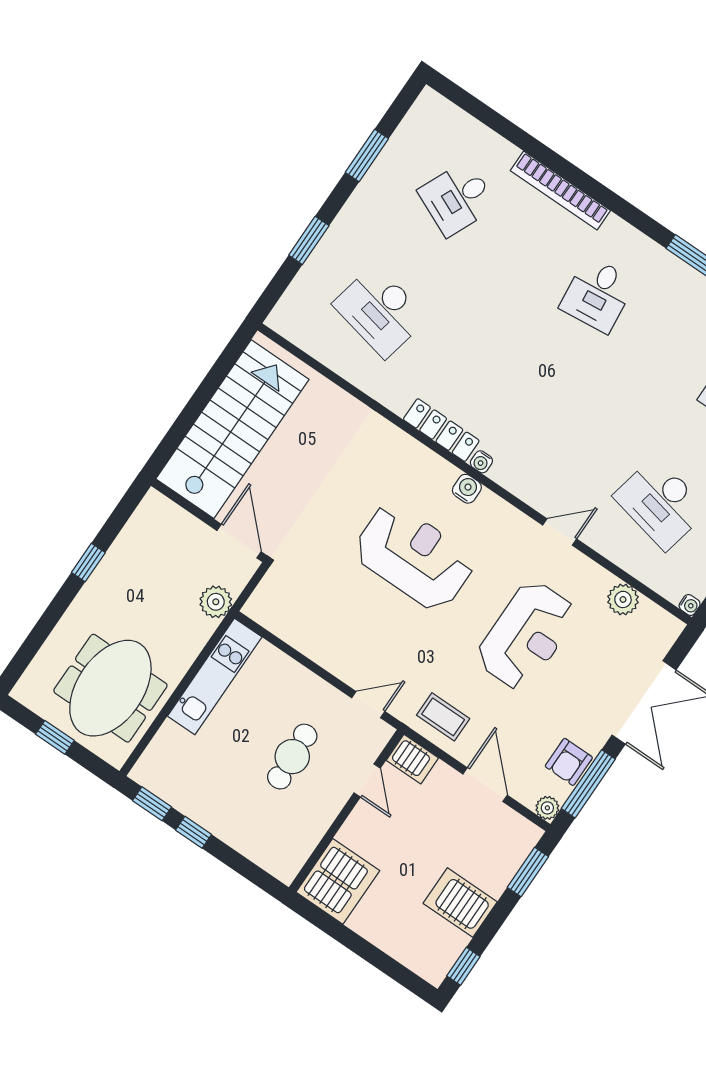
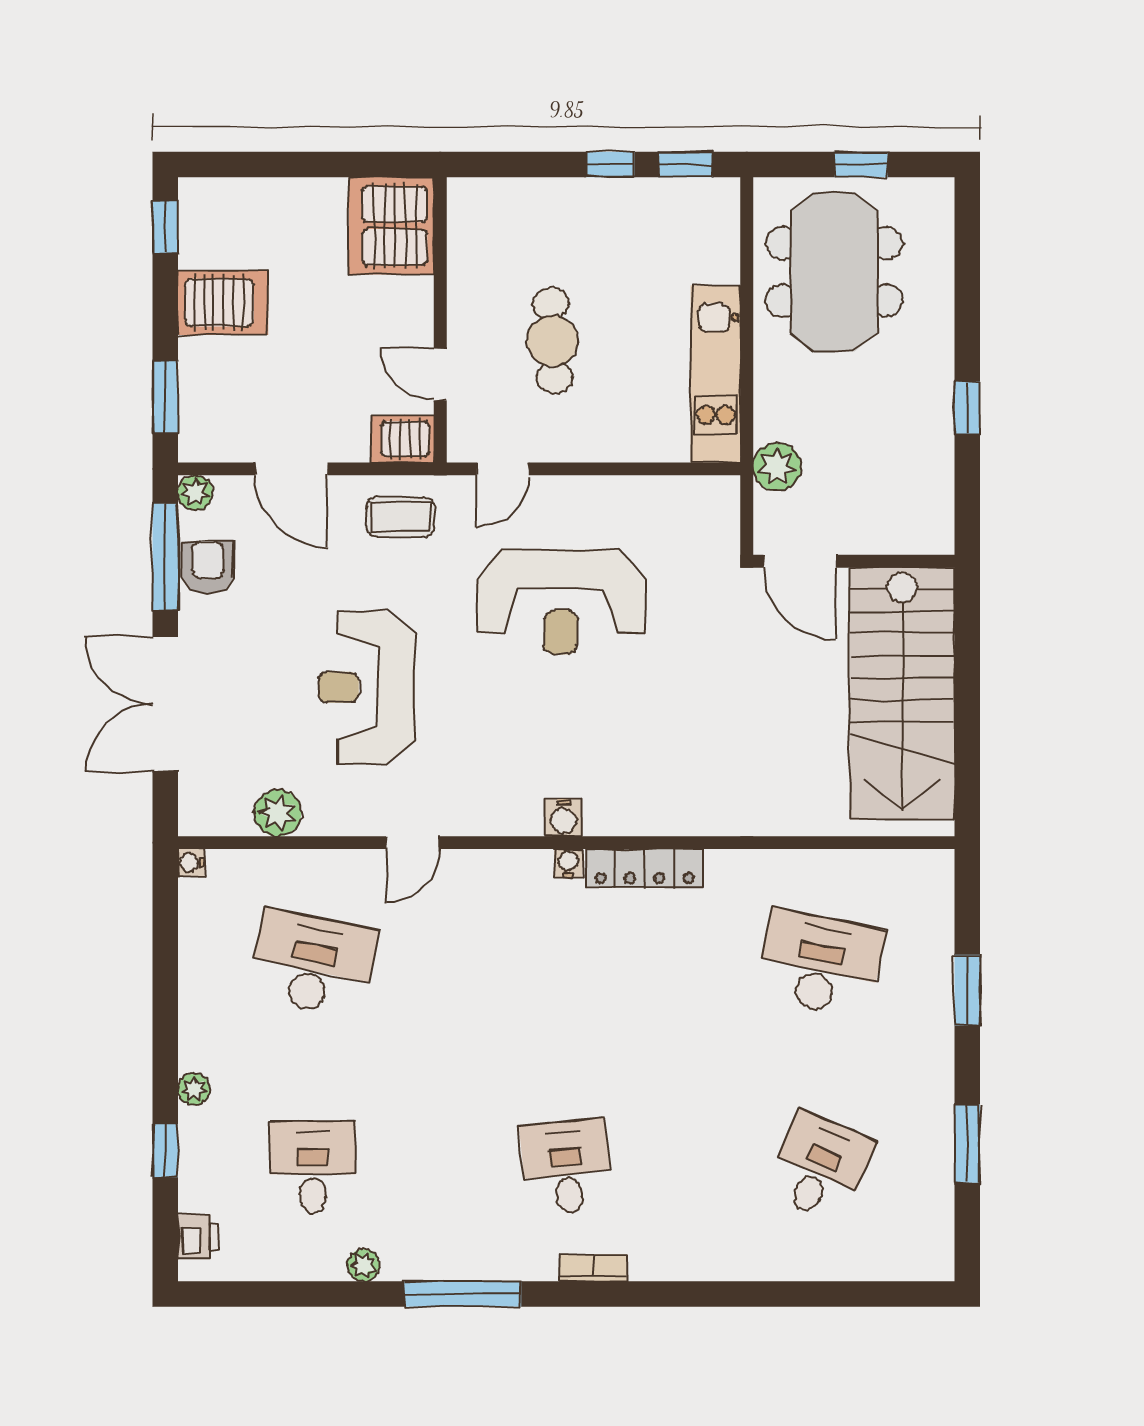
bookcase: (560, 190) -> (593, 1268), moved, width x0.43, depth x0.76
reception desk: (414, 557) -> (561, 602), moved

